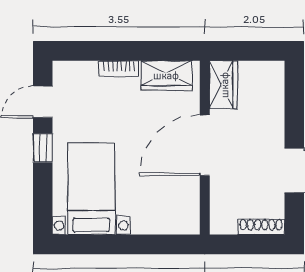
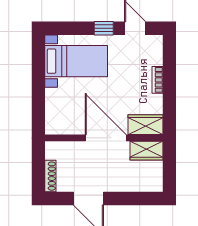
wardrobe: (166, 75) -> (145, 125), moved, turned 90

